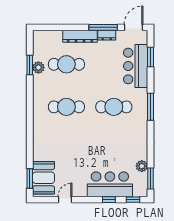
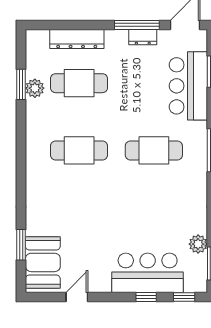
dresser: (80, 36) -> (77, 39), moved
window: (30, 178) -> (21, 245), moved

